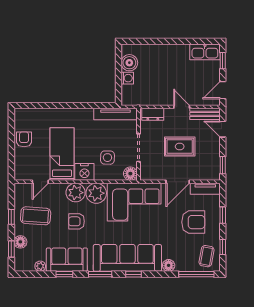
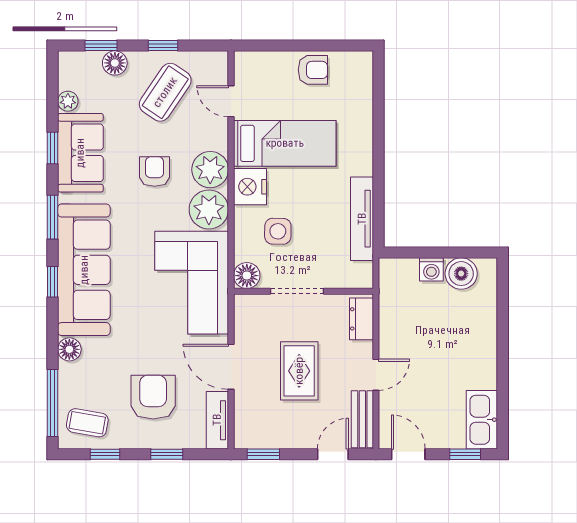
tv unit: (115, 114) -> (362, 219), moved
coffee table: (36, 216) -> (165, 92), turned 30
armchair: (193, 222) -> (153, 397), turned 180

